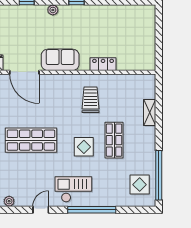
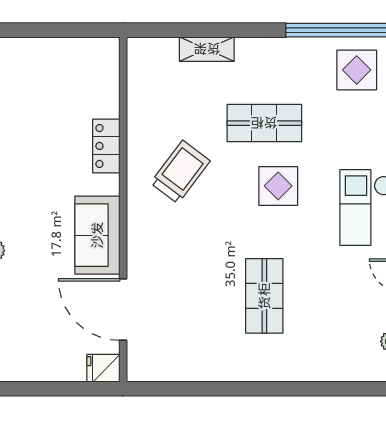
door: (24, 72) -> (123, 310), swing flipped
trolley: (90, 100) -> (180, 172), turned 127
shop shelf: (31, 140) -> (264, 296), width x0.70, depth x0.74

